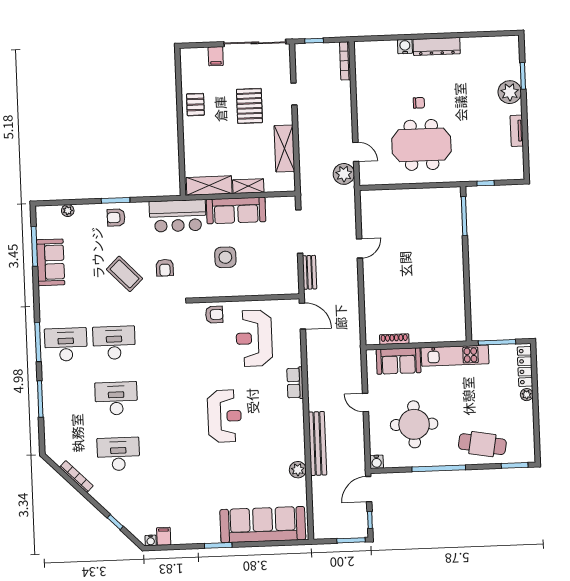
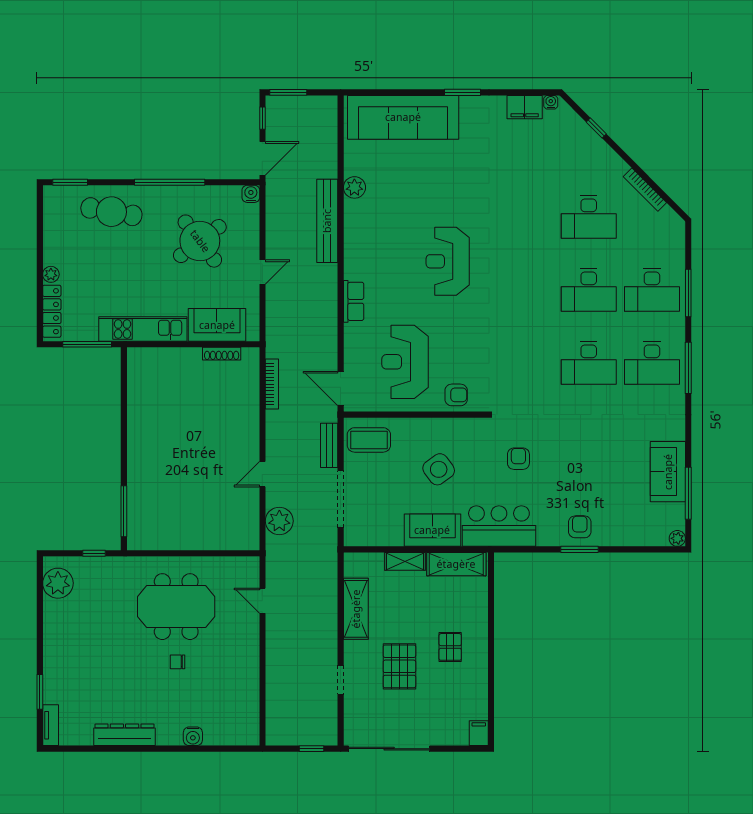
dresser: (437, 46) -> (124, 735), moved
filing cabinet: (216, 56) -> (479, 733), moved
bookcase: (345, 61) -> (272, 384), moved
plant: (510, 92) -> (58, 583), moved
pallet: (195, 105) -> (450, 647), moved
tv unit: (517, 131) -> (51, 725), moved
plant: (344, 174) -> (279, 521), moved
sofa: (236, 210) -> (432, 530), width x0.73
plant: (68, 211) -> (677, 538), moved
armchair: (116, 218) -> (580, 527), turned -90
side table: (225, 257) -> (439, 469), turned -36
coffee table: (125, 274) -> (369, 440), moved, turned -46
armchair: (214, 315) -> (456, 395), turned 180
reception desk: (254, 338) -> (405, 362), turned 180
desk: (68, 400) -> (652, 290), added
door: (365, 403) -> (262, 272), hinge flipped
round table: (414, 424) -> (200, 241), turned -37
filing cabinet: (164, 536) -> (525, 107), width x2.00

